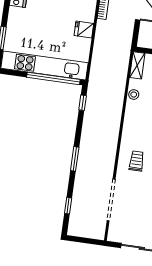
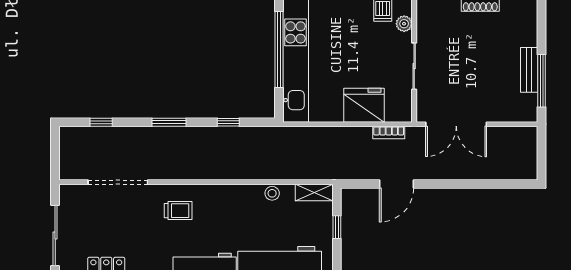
fridge: (84, 30) -> (364, 105), width x1.88, depth x1.34
window: (53, 78) -> (279, 49), moved
window: (83, 103) -> (228, 122), moved

